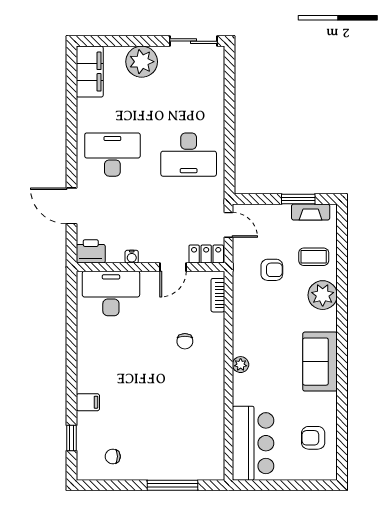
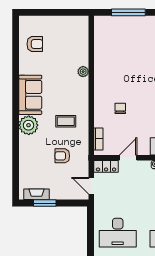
desk: (189, 155) -> (118, 233), turned 180
coffee table: (314, 257) -> (66, 121), moved
plant: (323, 295) -> (29, 125), moved
plant: (241, 365) -> (83, 72), moved
bar counter: (253, 443) -> (75, 40), removed

